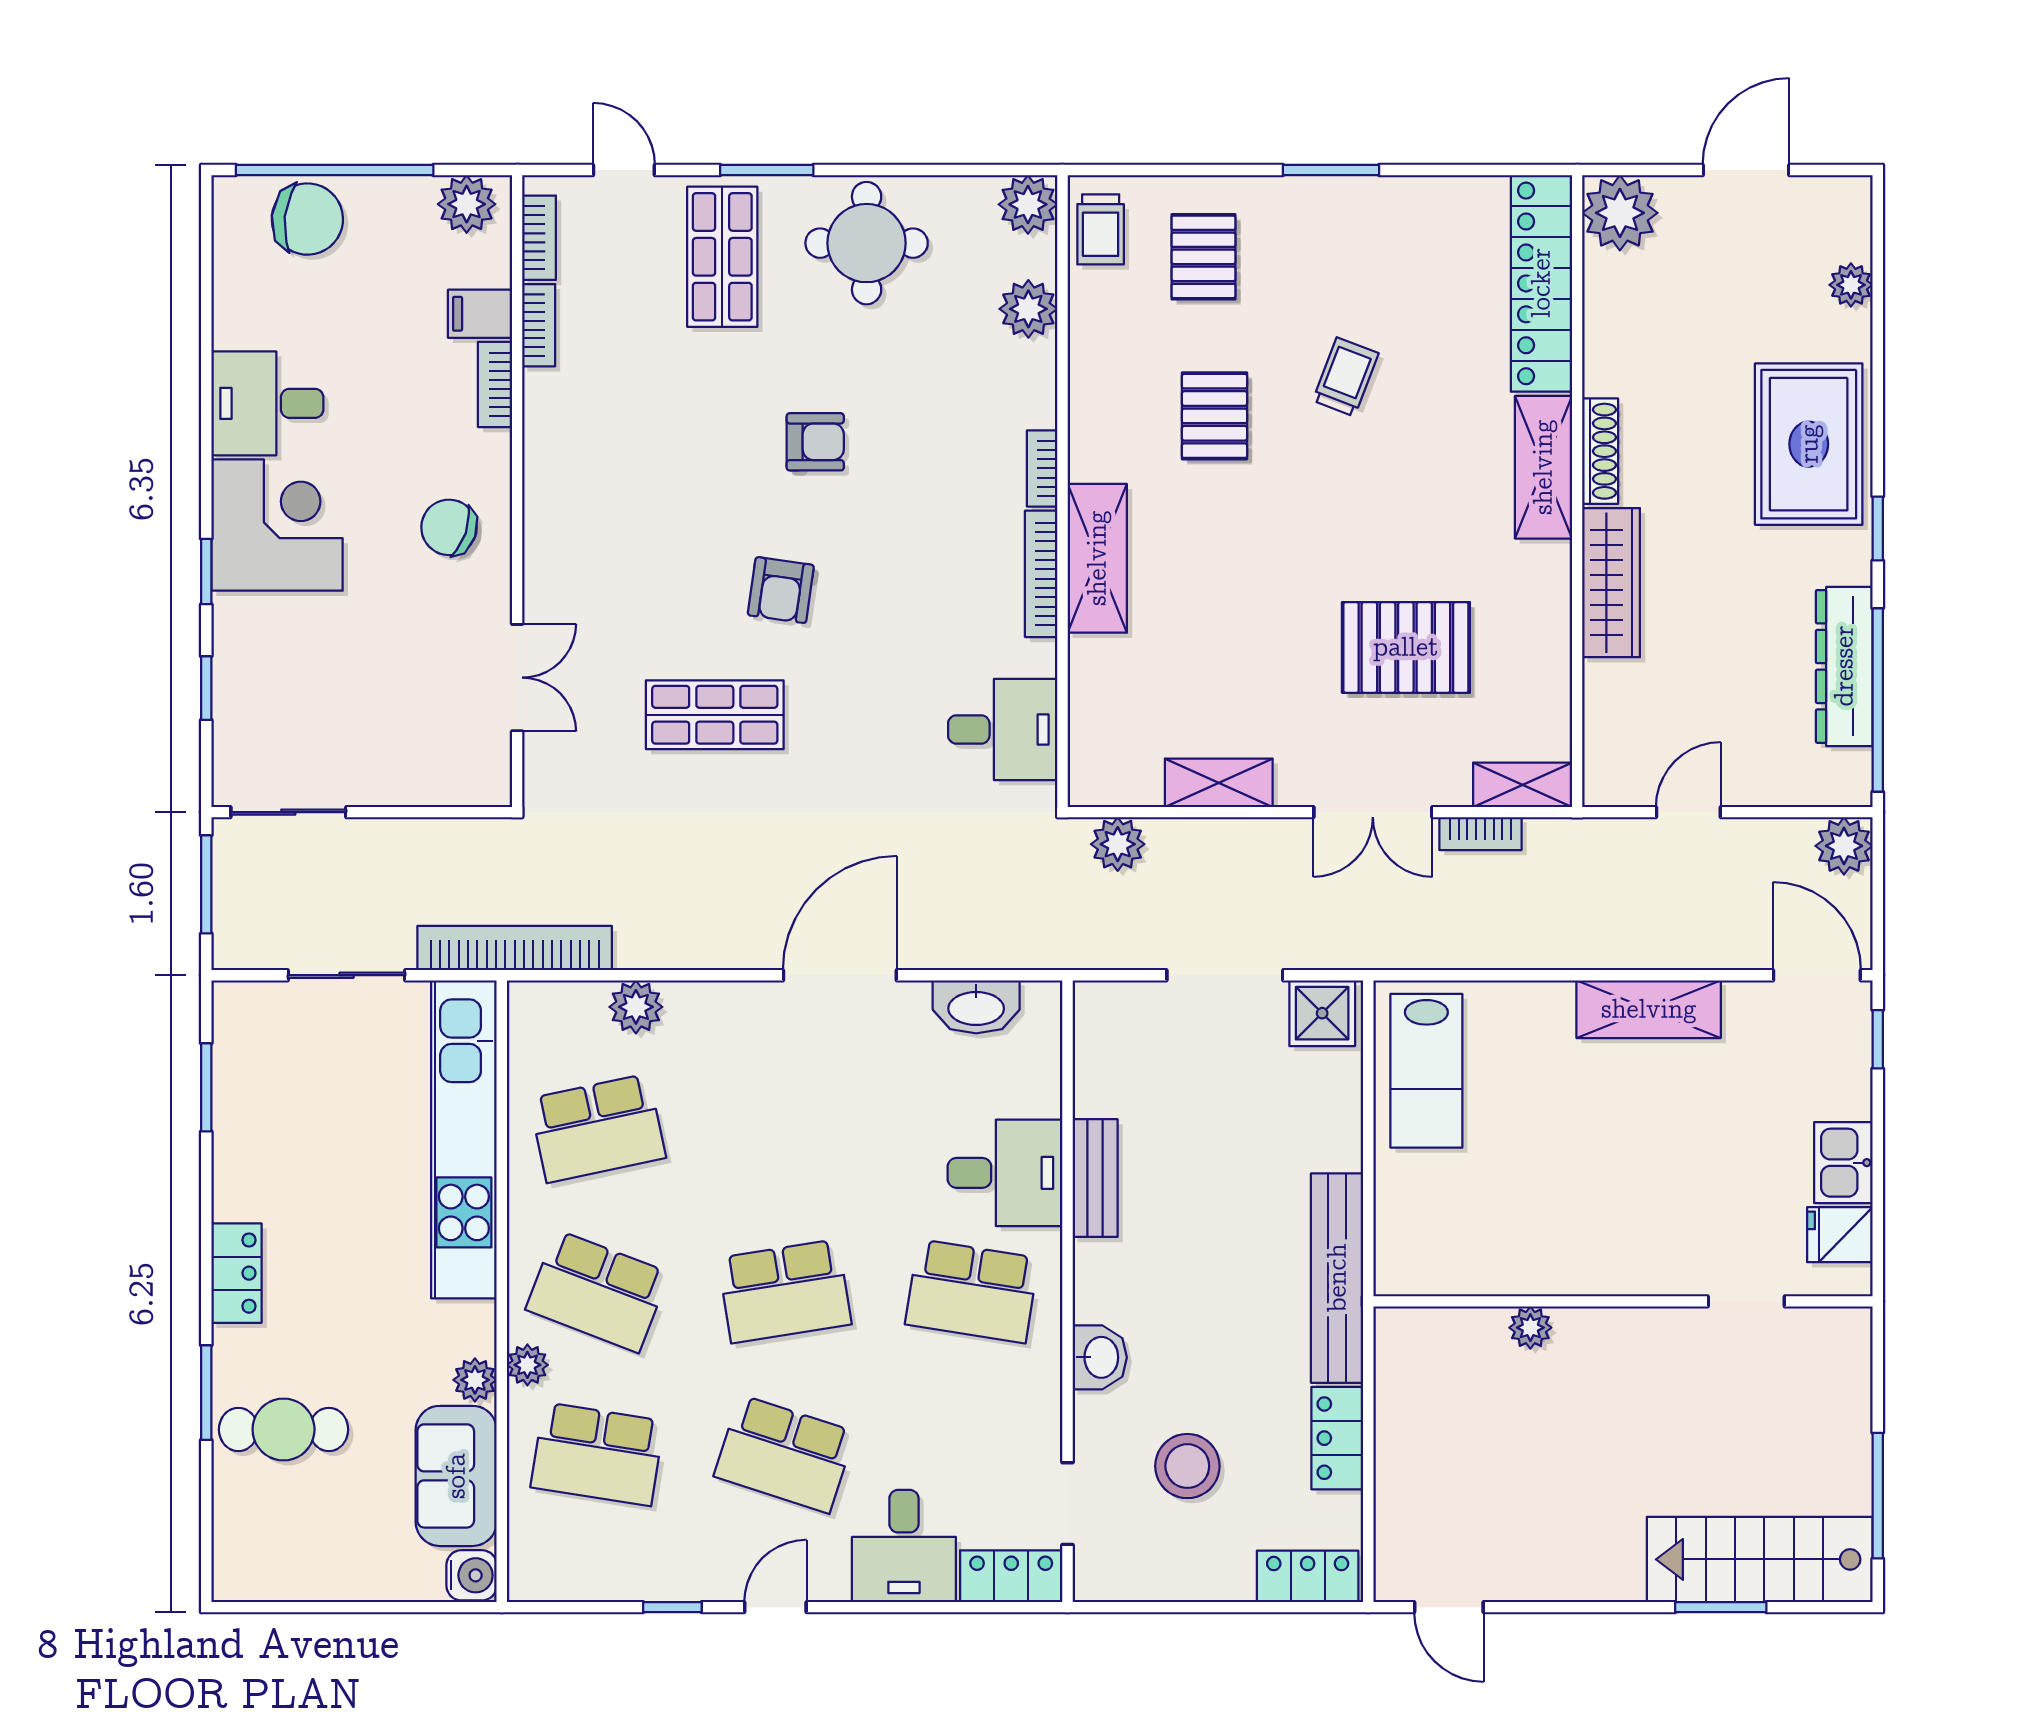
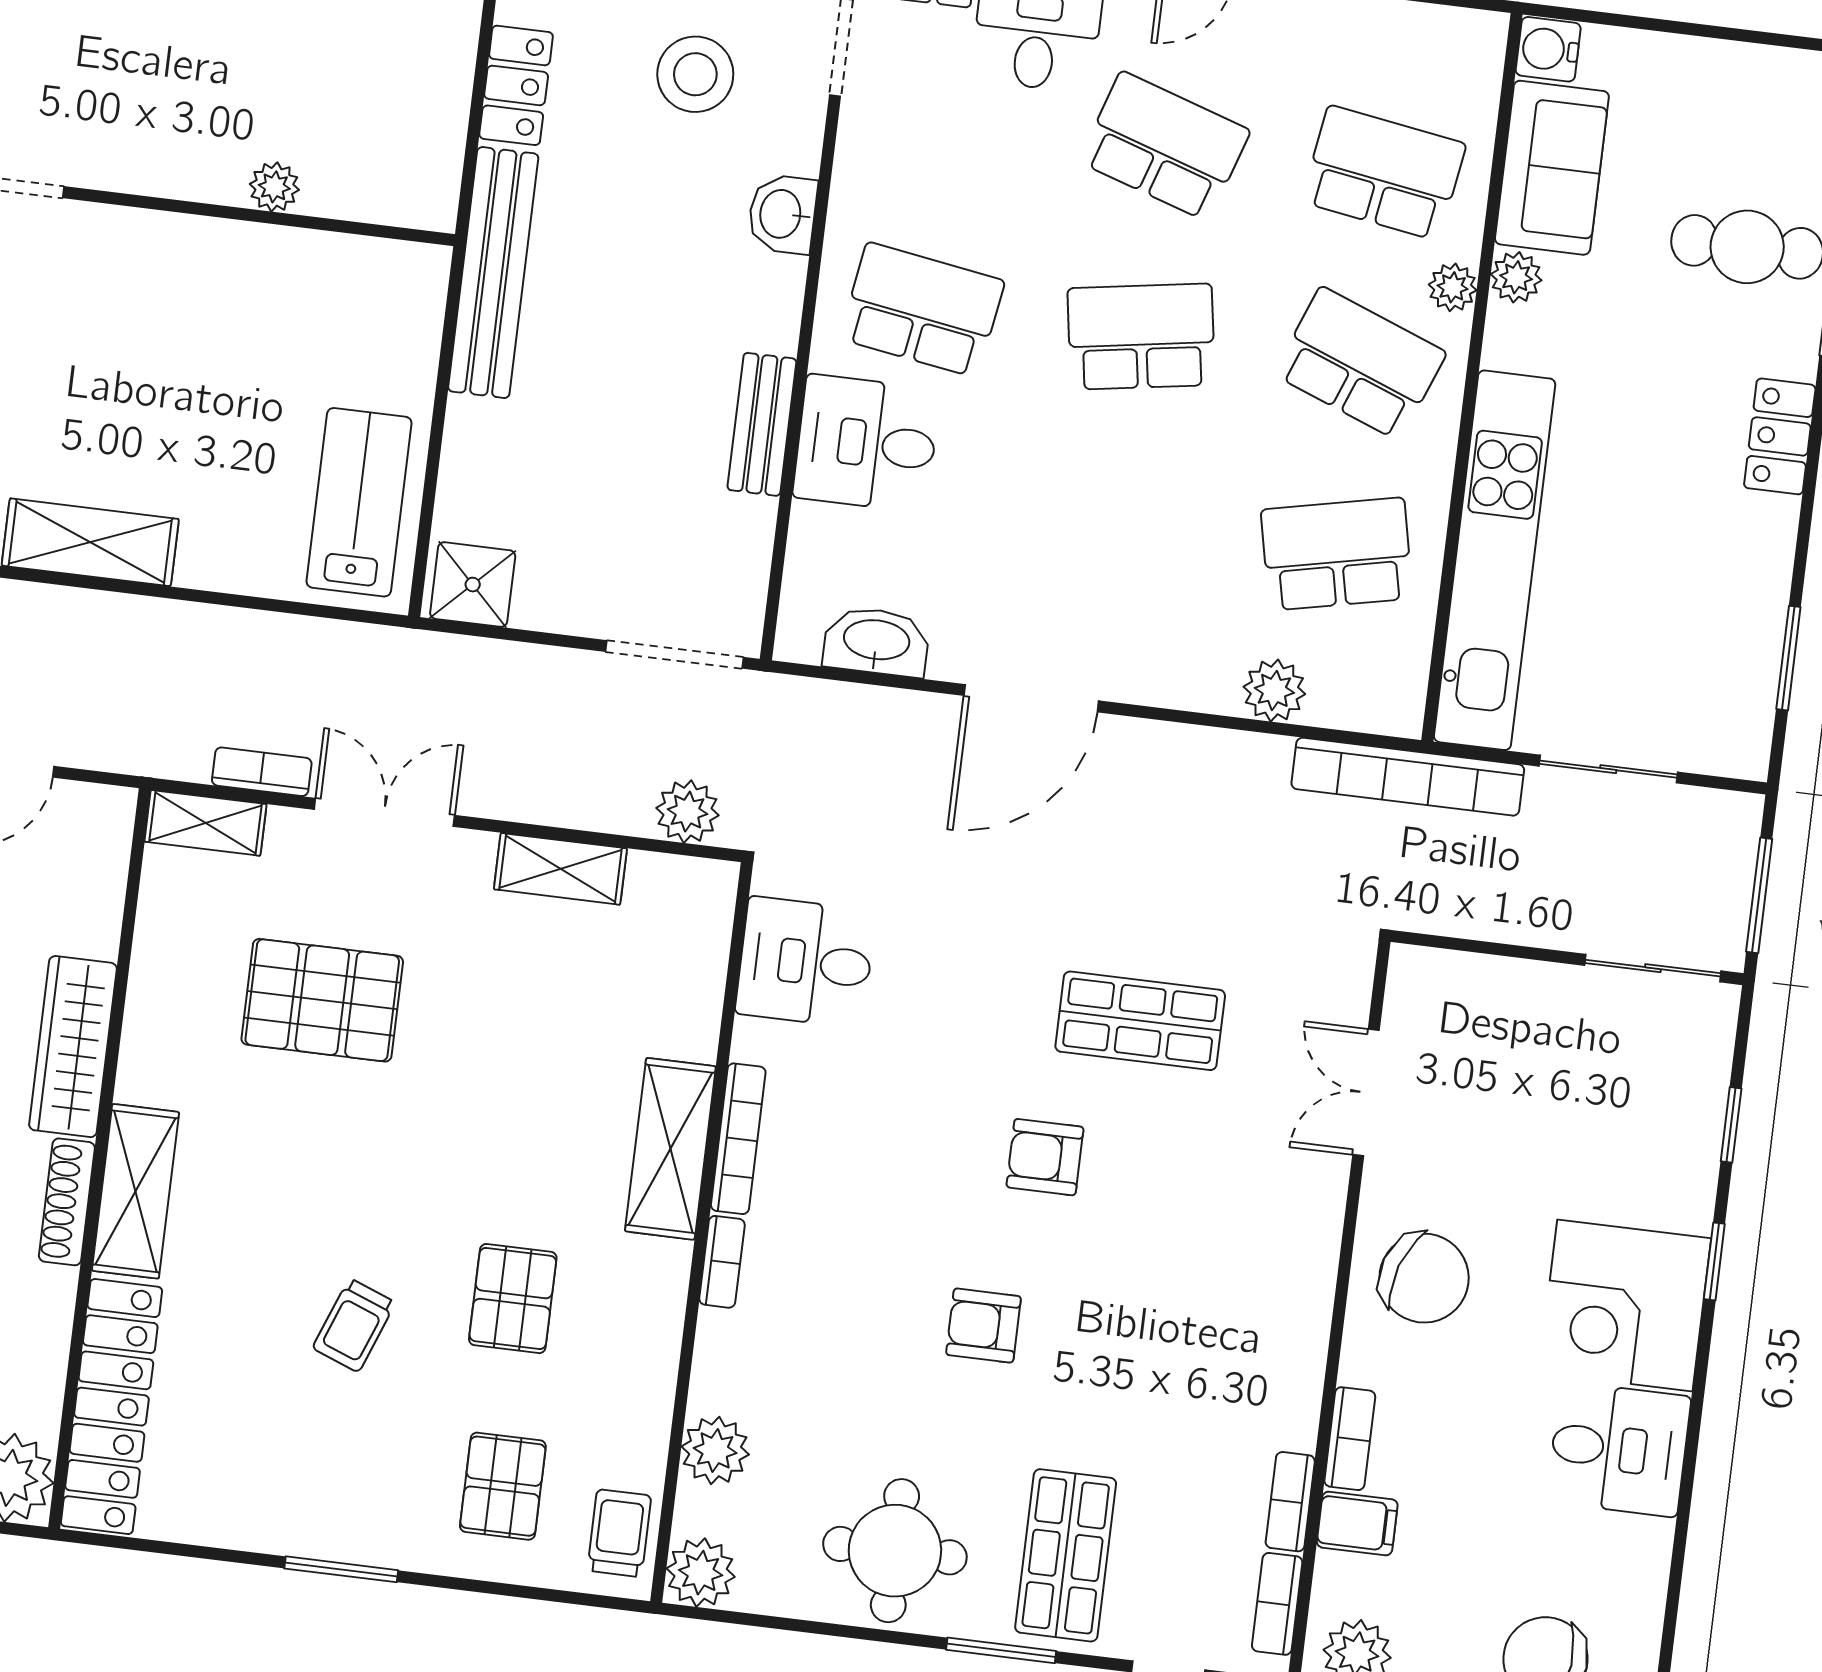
chair: (449, 527) -> (1424, 1278), width x1.37, depth x1.37
armchair: (781, 590) -> (1045, 1157), turned -98
doorway: (1225, 975) -> (674, 654), moved

